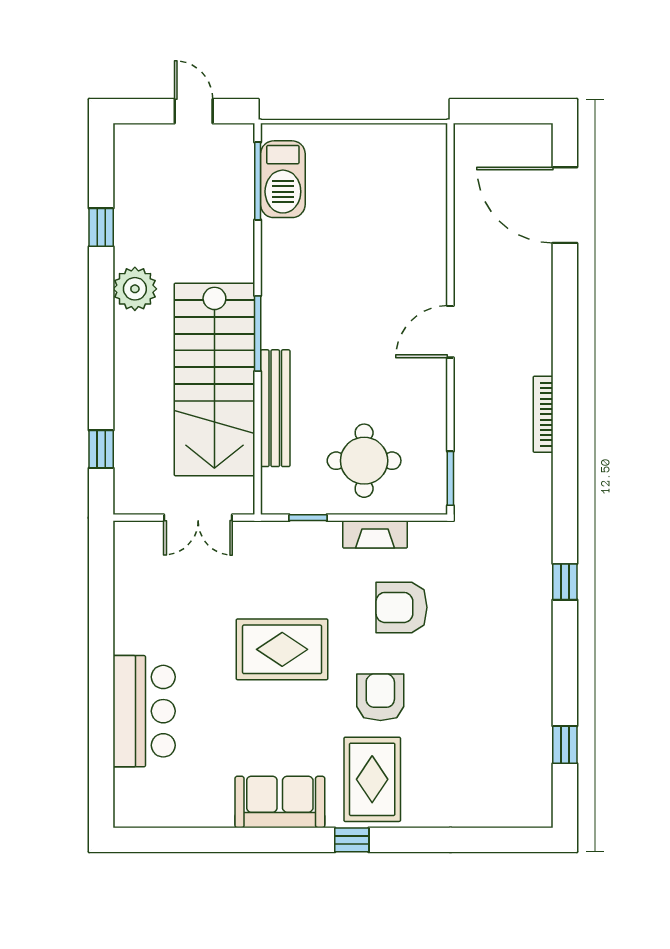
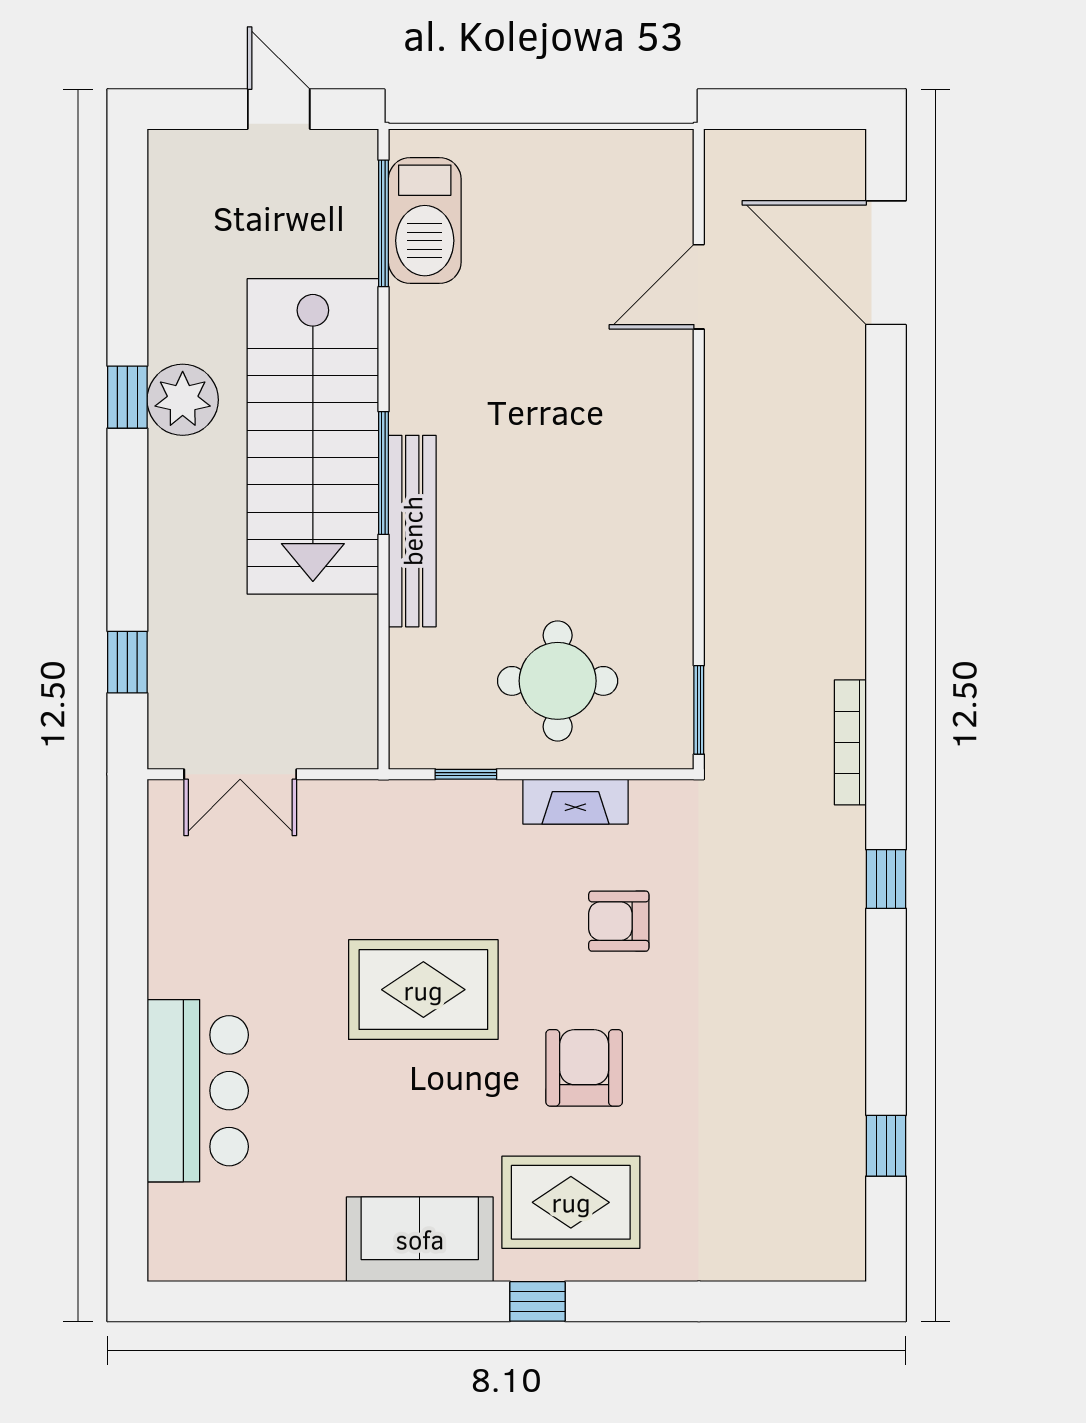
window: (101, 227) -> (127, 397), moved
door: (450, 332) -> (699, 287), moved
stairs: (214, 379) -> (313, 436), moved
bench: (275, 408) -> (412, 531), moved
bookcase: (543, 414) -> (850, 742), moved
double door: (198, 518) -> (240, 774), moved
armchair: (402, 607) -> (619, 921), width x0.72, depth x0.72
rug: (372, 779) -> (571, 1202), turned 90

